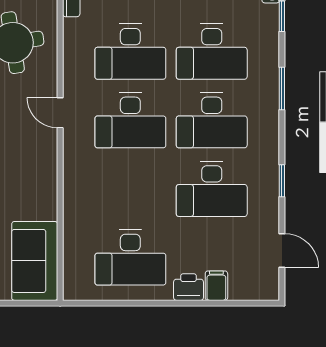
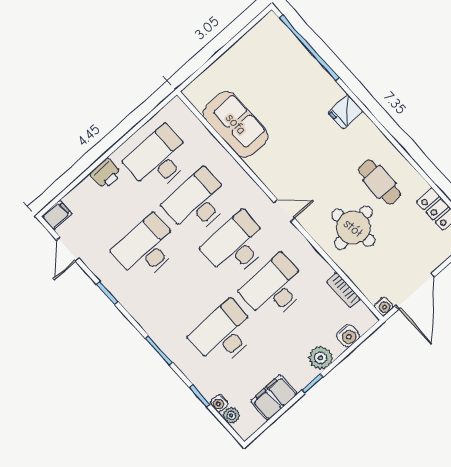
desk: (212, 120) -> (197, 202), moved
door: (282, 251) -> (68, 249), hinge flipped
sofa: (35, 261) -> (236, 124), moved
filing cabinet: (216, 286) -> (57, 215), moved, turned -90

